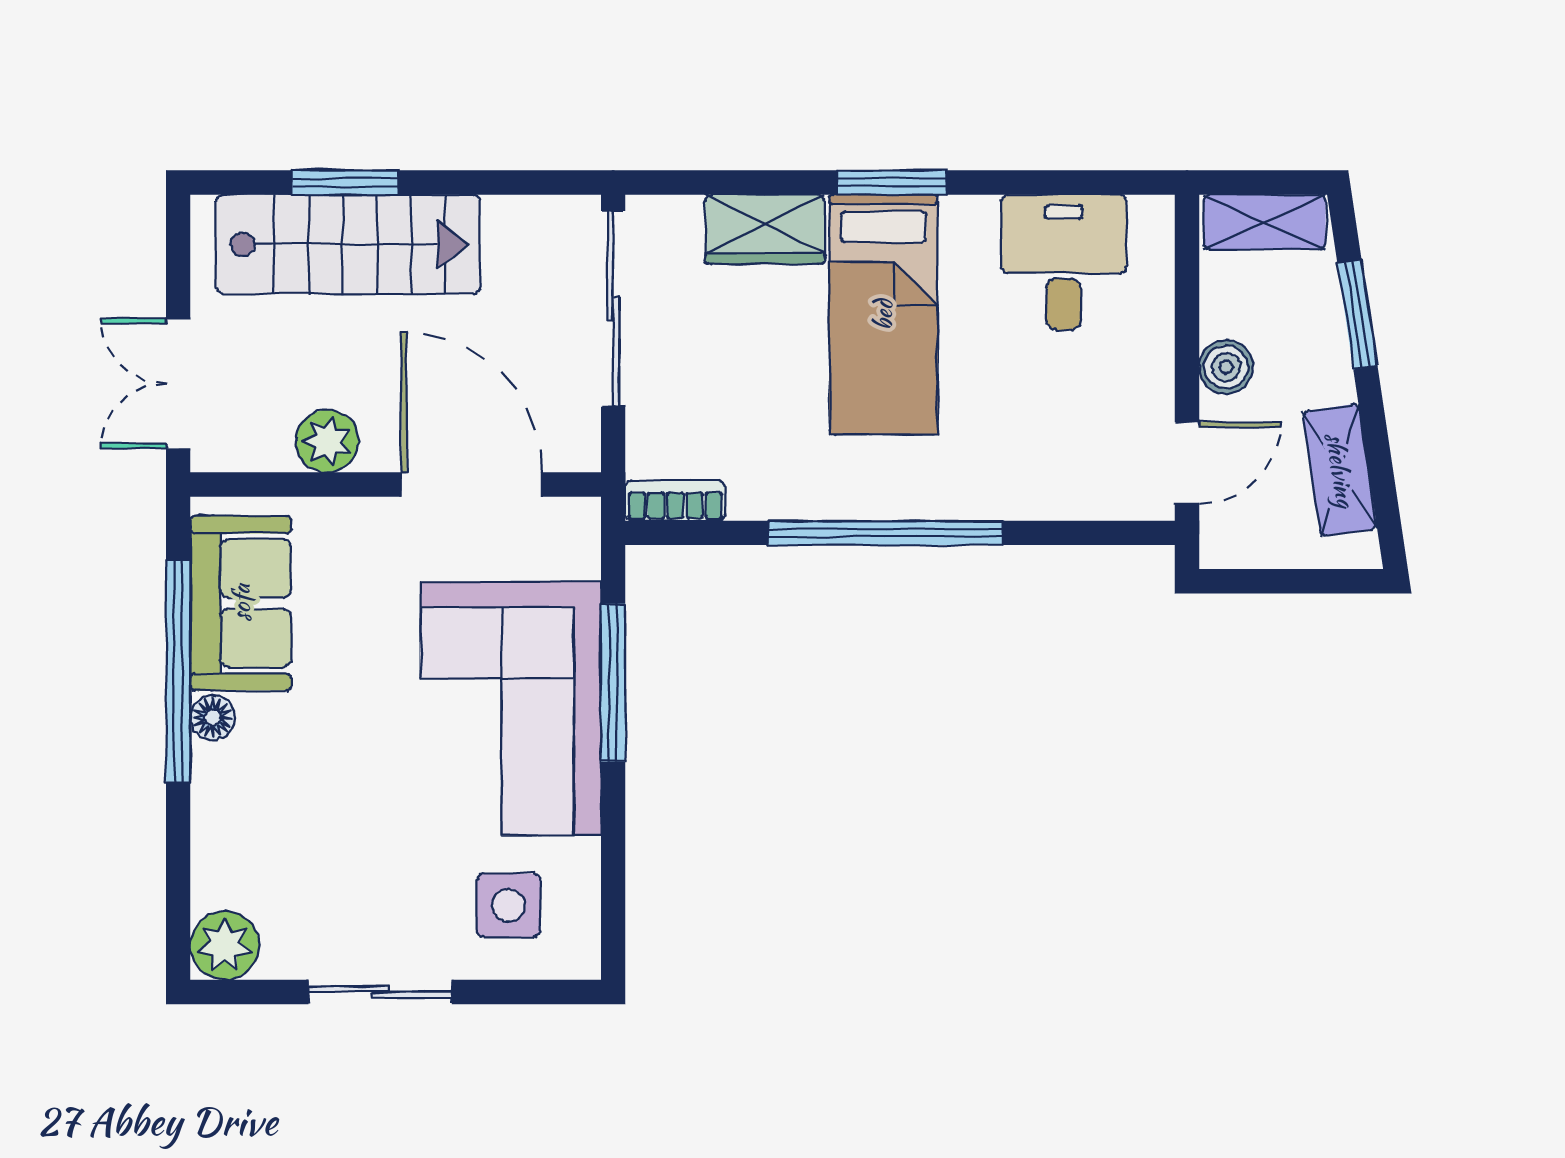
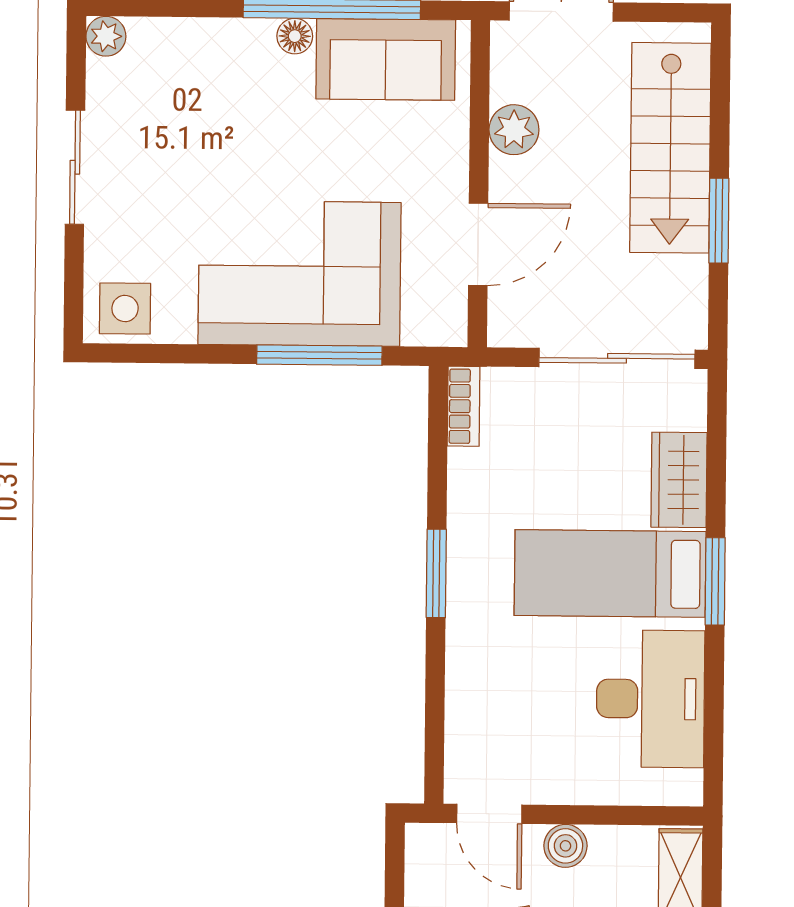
window: (345, 183) -> (719, 221), moved
desk: (1064, 262) -> (650, 699), width x1.37
door: (472, 485) -> (478, 244), width x0.73
window: (886, 533) -> (436, 573), width x0.47
side table: (509, 905) -> (125, 309), moved
plant: (225, 945) -> (106, 36), width x0.73, depth x0.73

